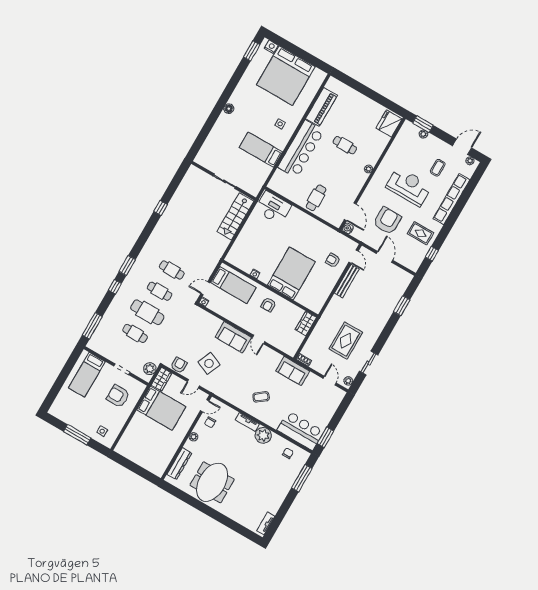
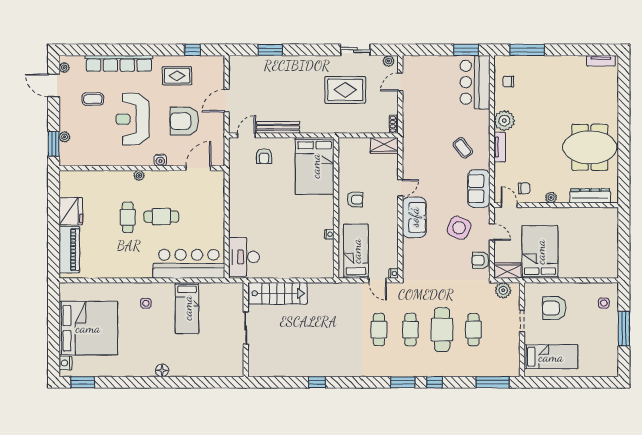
piano: (321, 107) -> (69, 250), moved, turned 90
fridge: (389, 124) -> (71, 211), moved, turned -90
bar counter: (301, 149) -> (189, 264), moved
cafe table: (316, 198) -> (161, 217), moved
water cooler: (348, 228) -> (160, 160), moved
rug: (421, 233) -> (177, 76), turned 90
bed: (291, 273) -> (315, 166), moved, turned -90
wardrobe: (306, 324) -> (384, 146), moved
sofa: (293, 371) -> (479, 189), moved, turned 180
armchair: (118, 396) -> (554, 308), turned 90

